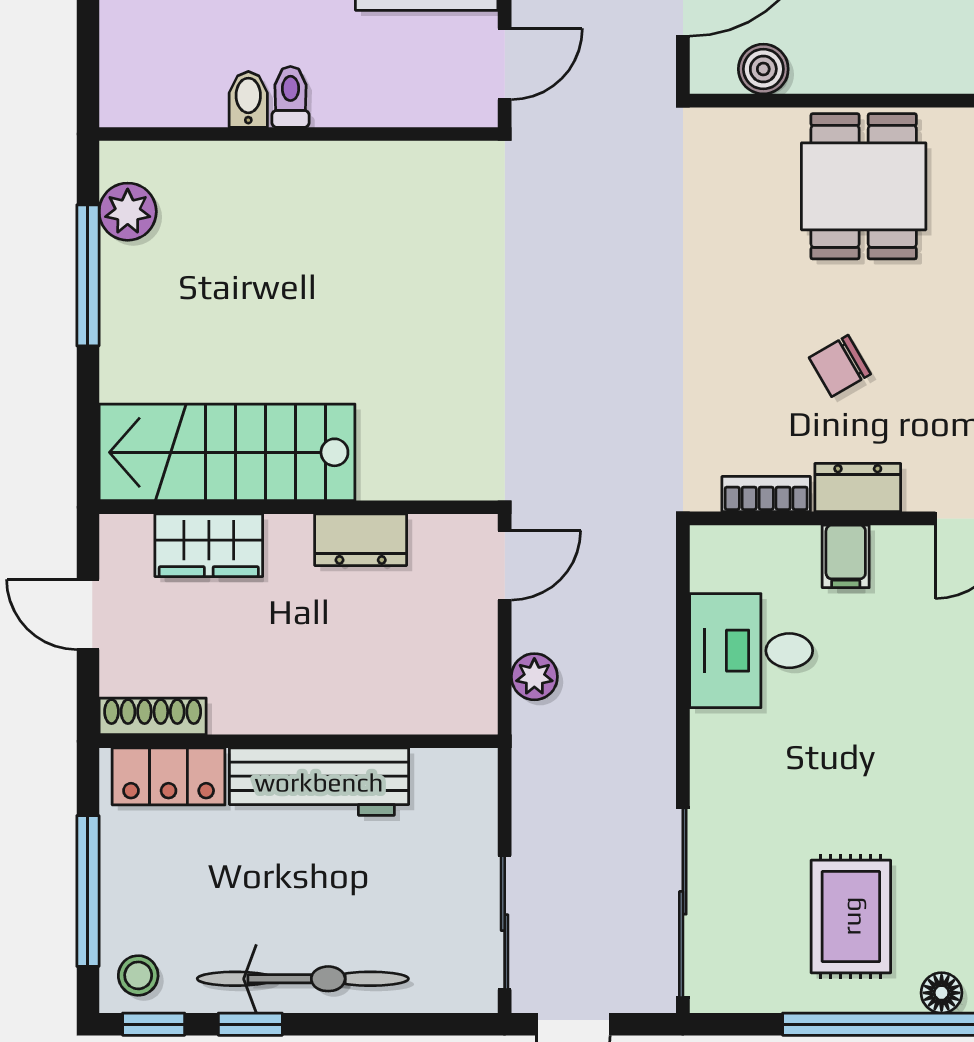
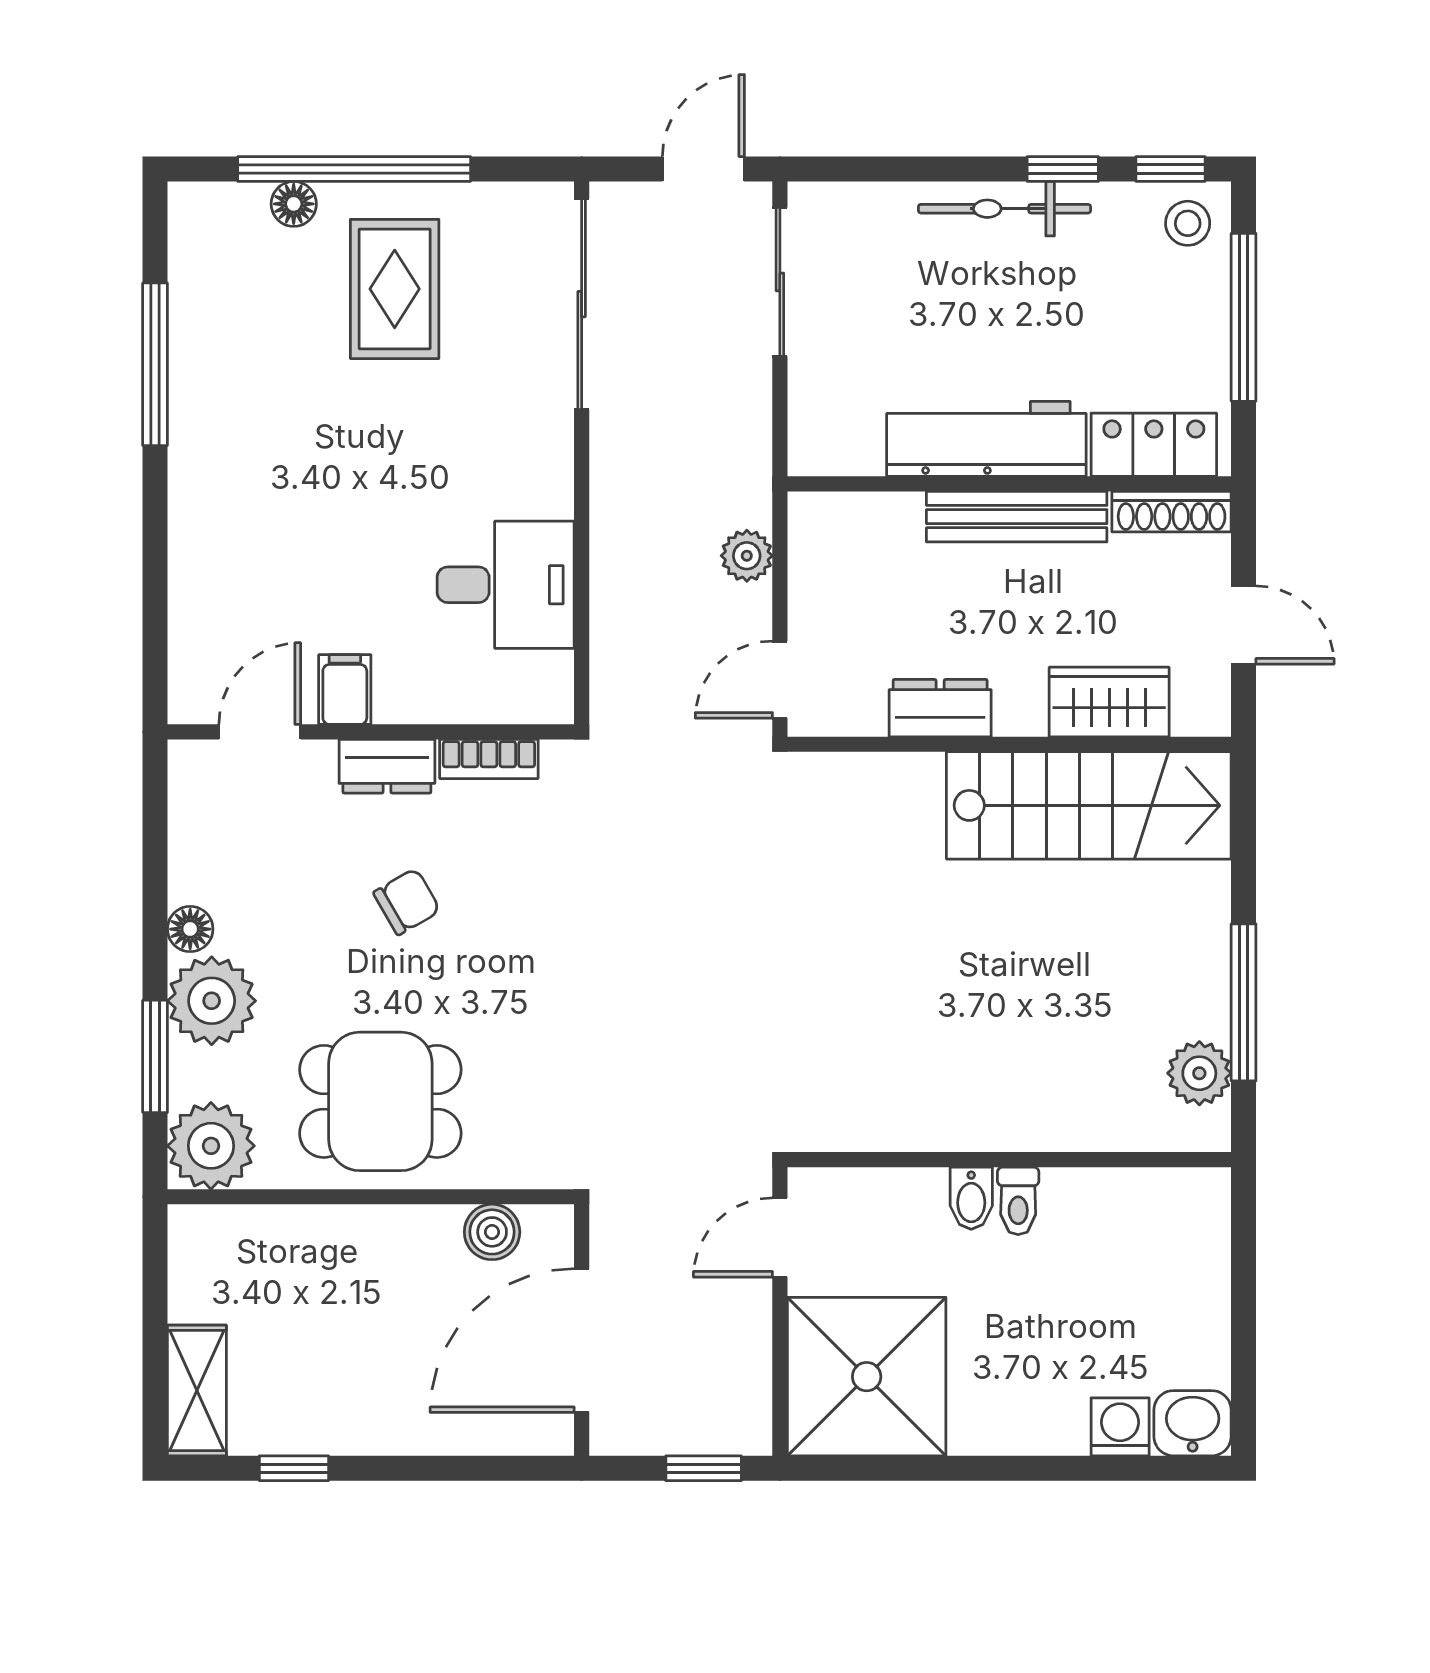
bidet: (248, 99) -> (971, 1198), moved
dining table: (864, 186) -> (380, 1101), turned 90
filing cabinet: (846, 556) -> (345, 690), moved
bench: (292, 712) -> (1017, 517), added
bicycle: (303, 979) -> (1004, 209), width x0.73, depth x0.71

